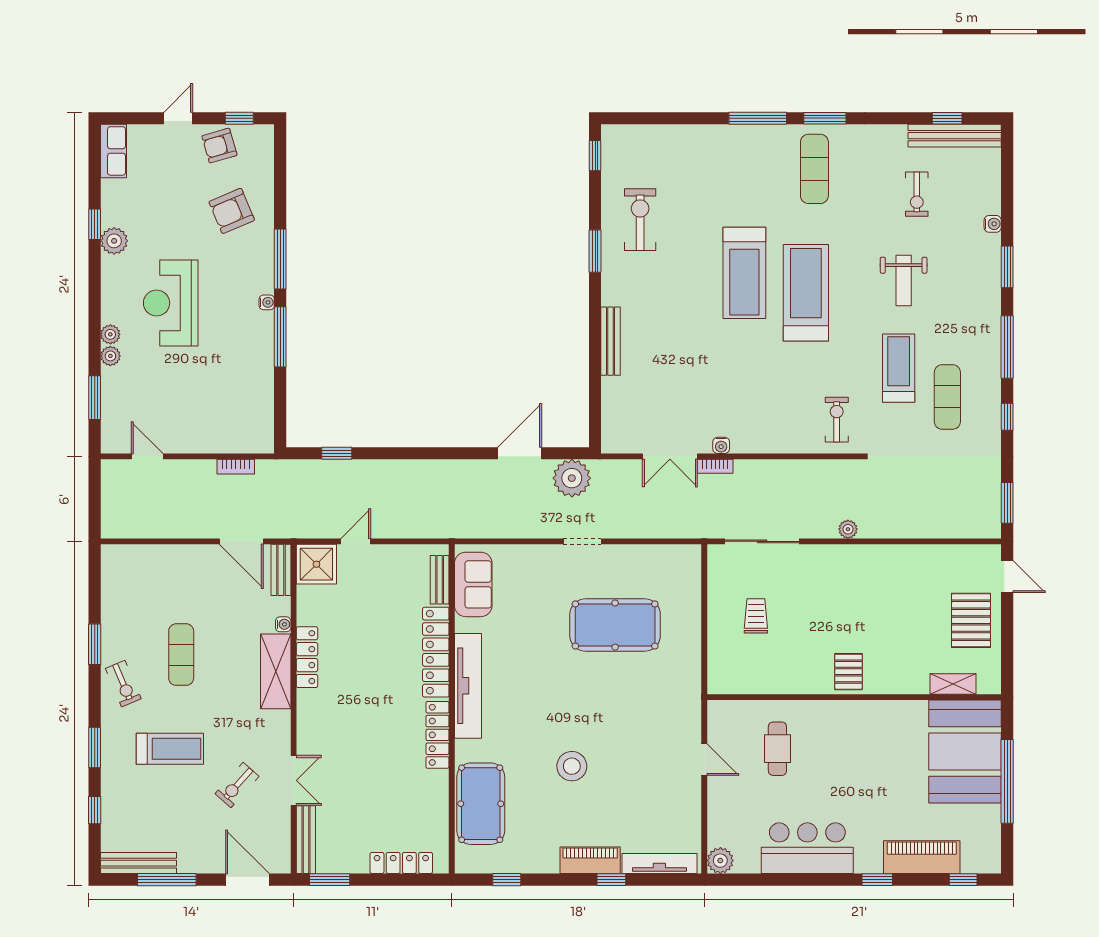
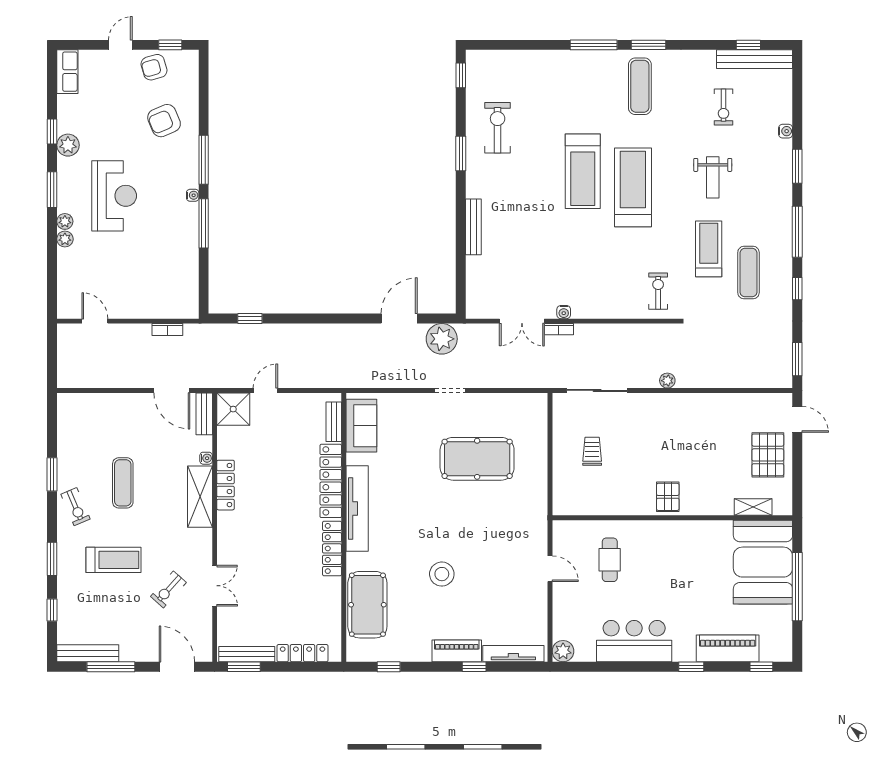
reception desk: (171, 303) -> (114, 196), turned 180
window: (95, 398) -> (52, 190), moved
bench: (306, 840) -> (247, 654), moved, turned 90

